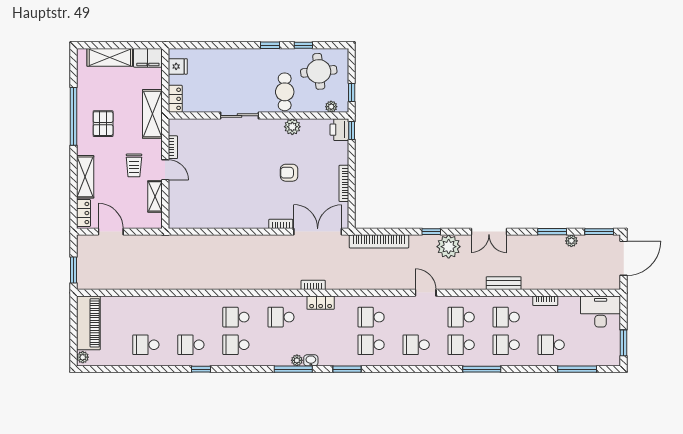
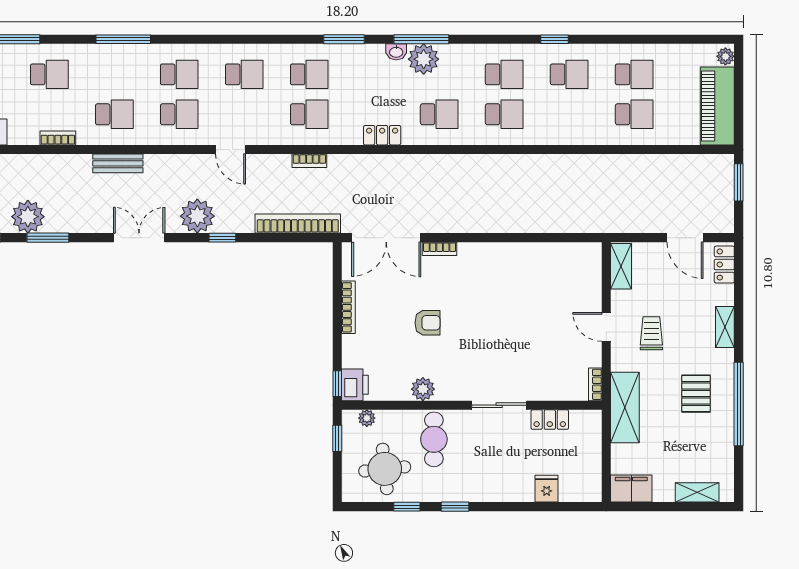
shelving: (110, 57) -> (697, 492), width x0.67, depth x0.75
fridge: (178, 66) -> (547, 489), moved, turned 90
locker: (175, 99) -> (550, 420), moved, turned -90
bookcase: (173, 147) -> (595, 384), moved
shelving: (85, 177) -> (725, 327), width x0.67, depth x0.75
shelving: (155, 196) -> (621, 266), moved
plant: (571, 241) -> (28, 217), width x1.88, depth x1.88
bookcase: (313, 285) -> (309, 161), moved
school desk: (506, 345) -> (634, 114), moved
plant: (297, 360) -> (424, 59), width x1.88, depth x1.88
window: (482, 369) -> (123, 39), moved

